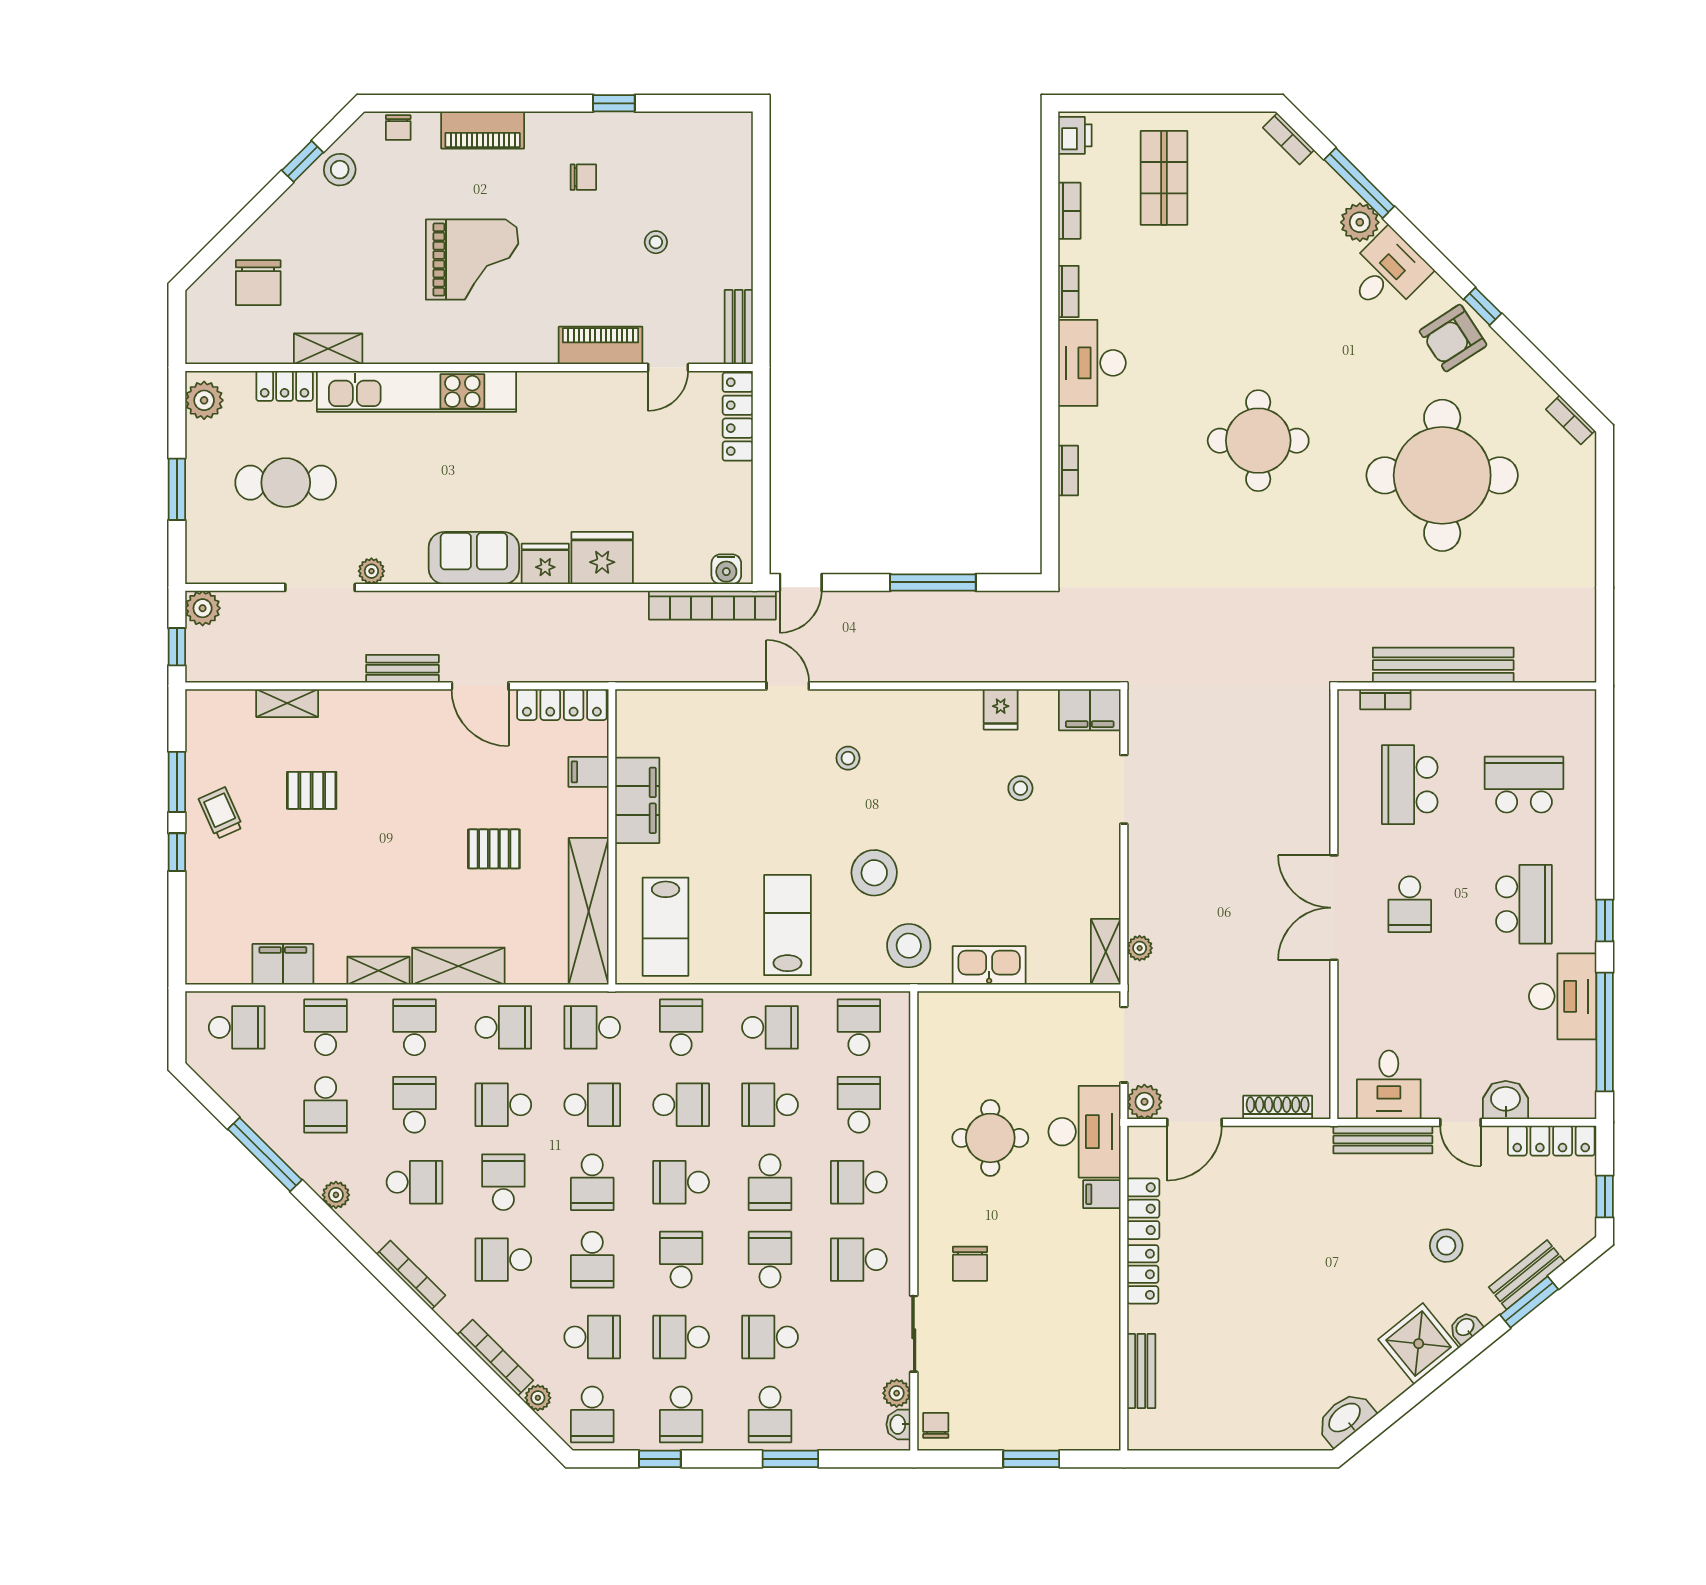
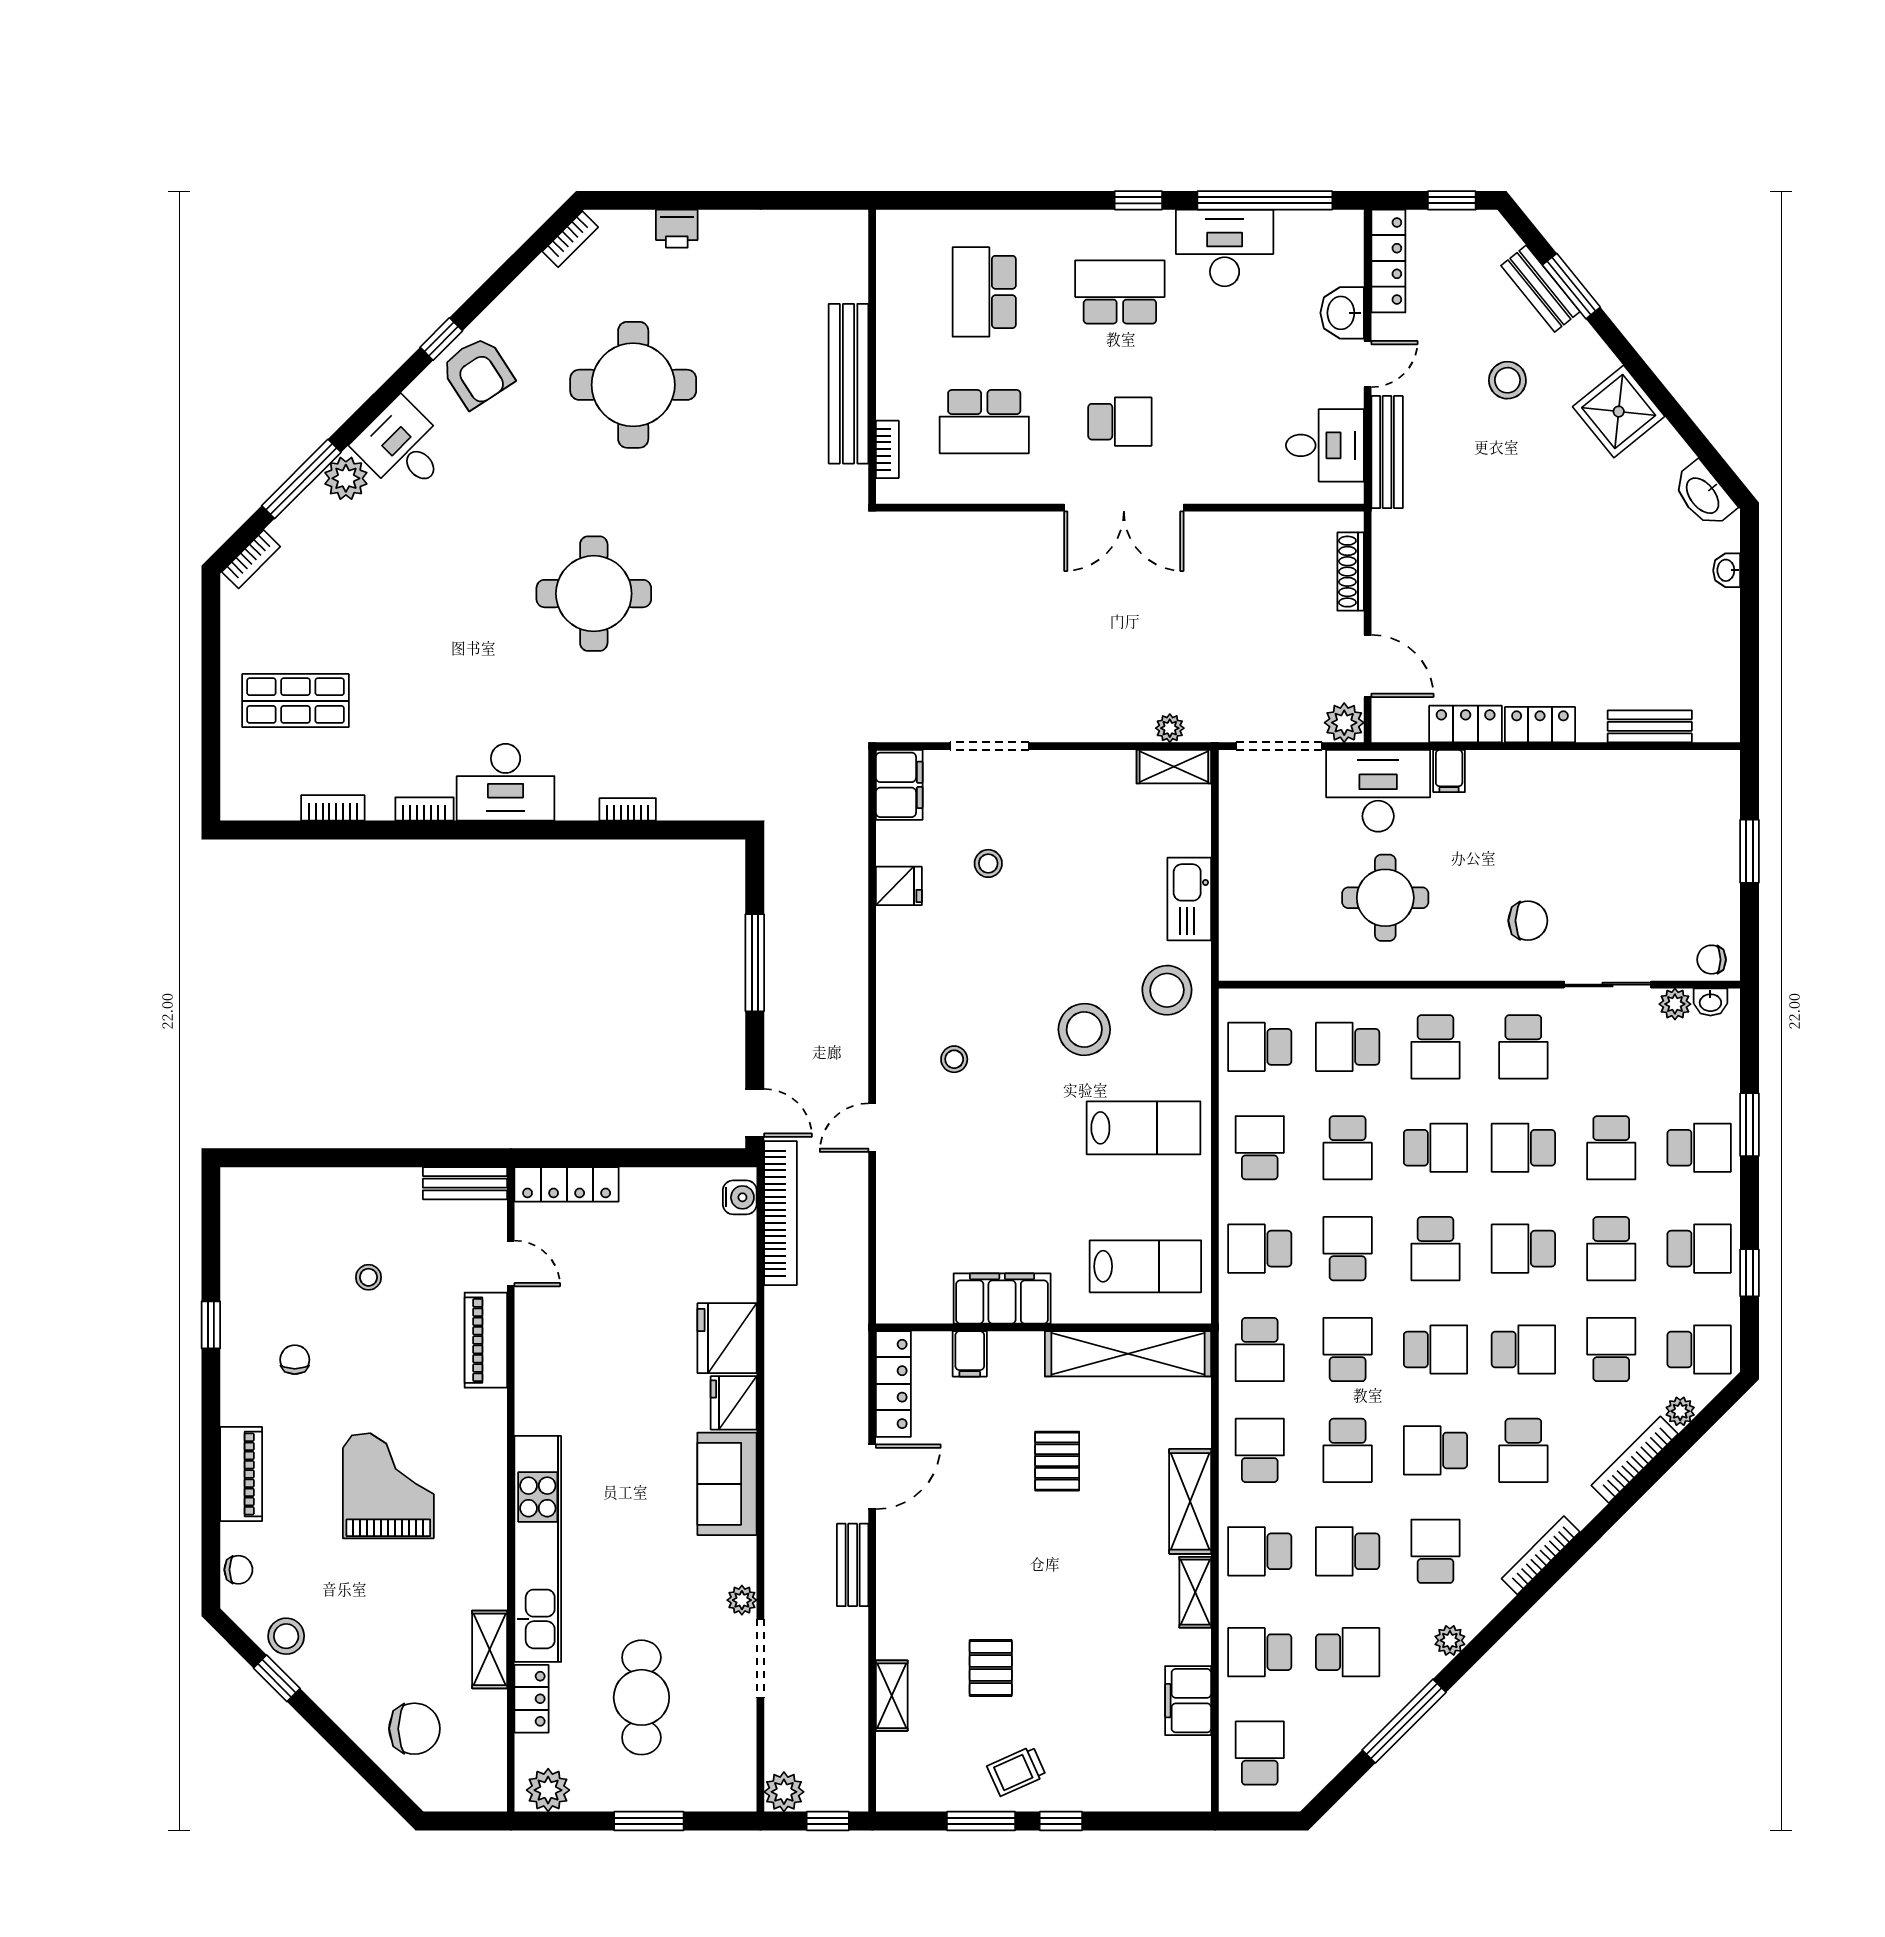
printer: (1075, 135) -> (677, 229), moved, turned 180
round table: (1442, 475) -> (633, 385), width x0.73, depth x0.73
lab bench: (788, 925) -> (1144, 1128), turned 180
washbasin: (1465, 1328) -> (1727, 570), moved, turned 39

